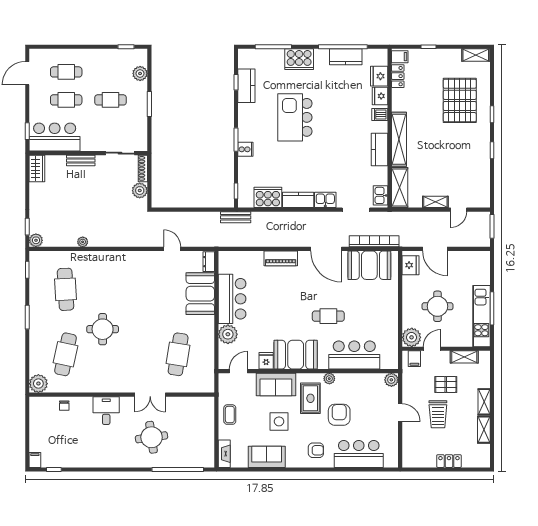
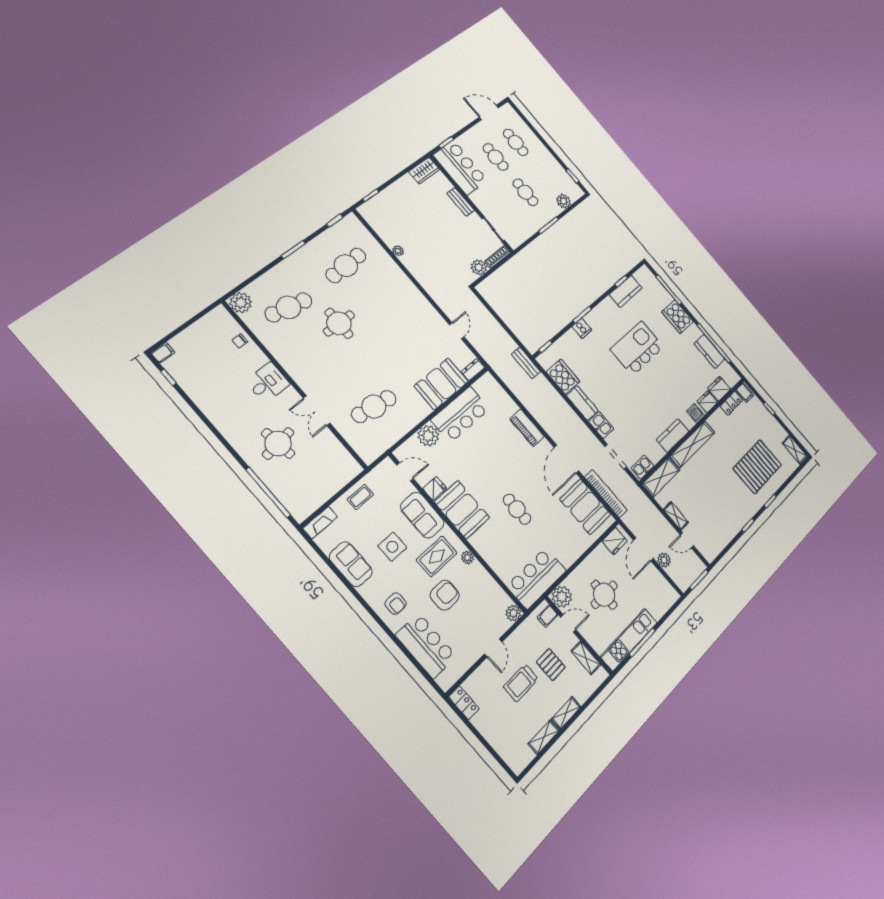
plant: (36, 240) -> (664, 560), moved
bar counter: (354, 355) -> (537, 578), moved, turned -90
locker: (449, 461) -> (464, 703), moved

